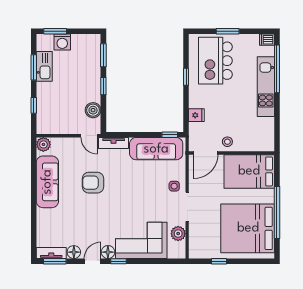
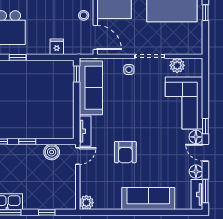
sofa: (47, 182) -> (148, 198), moved
window: (219, 261) -> (205, 13), moved

